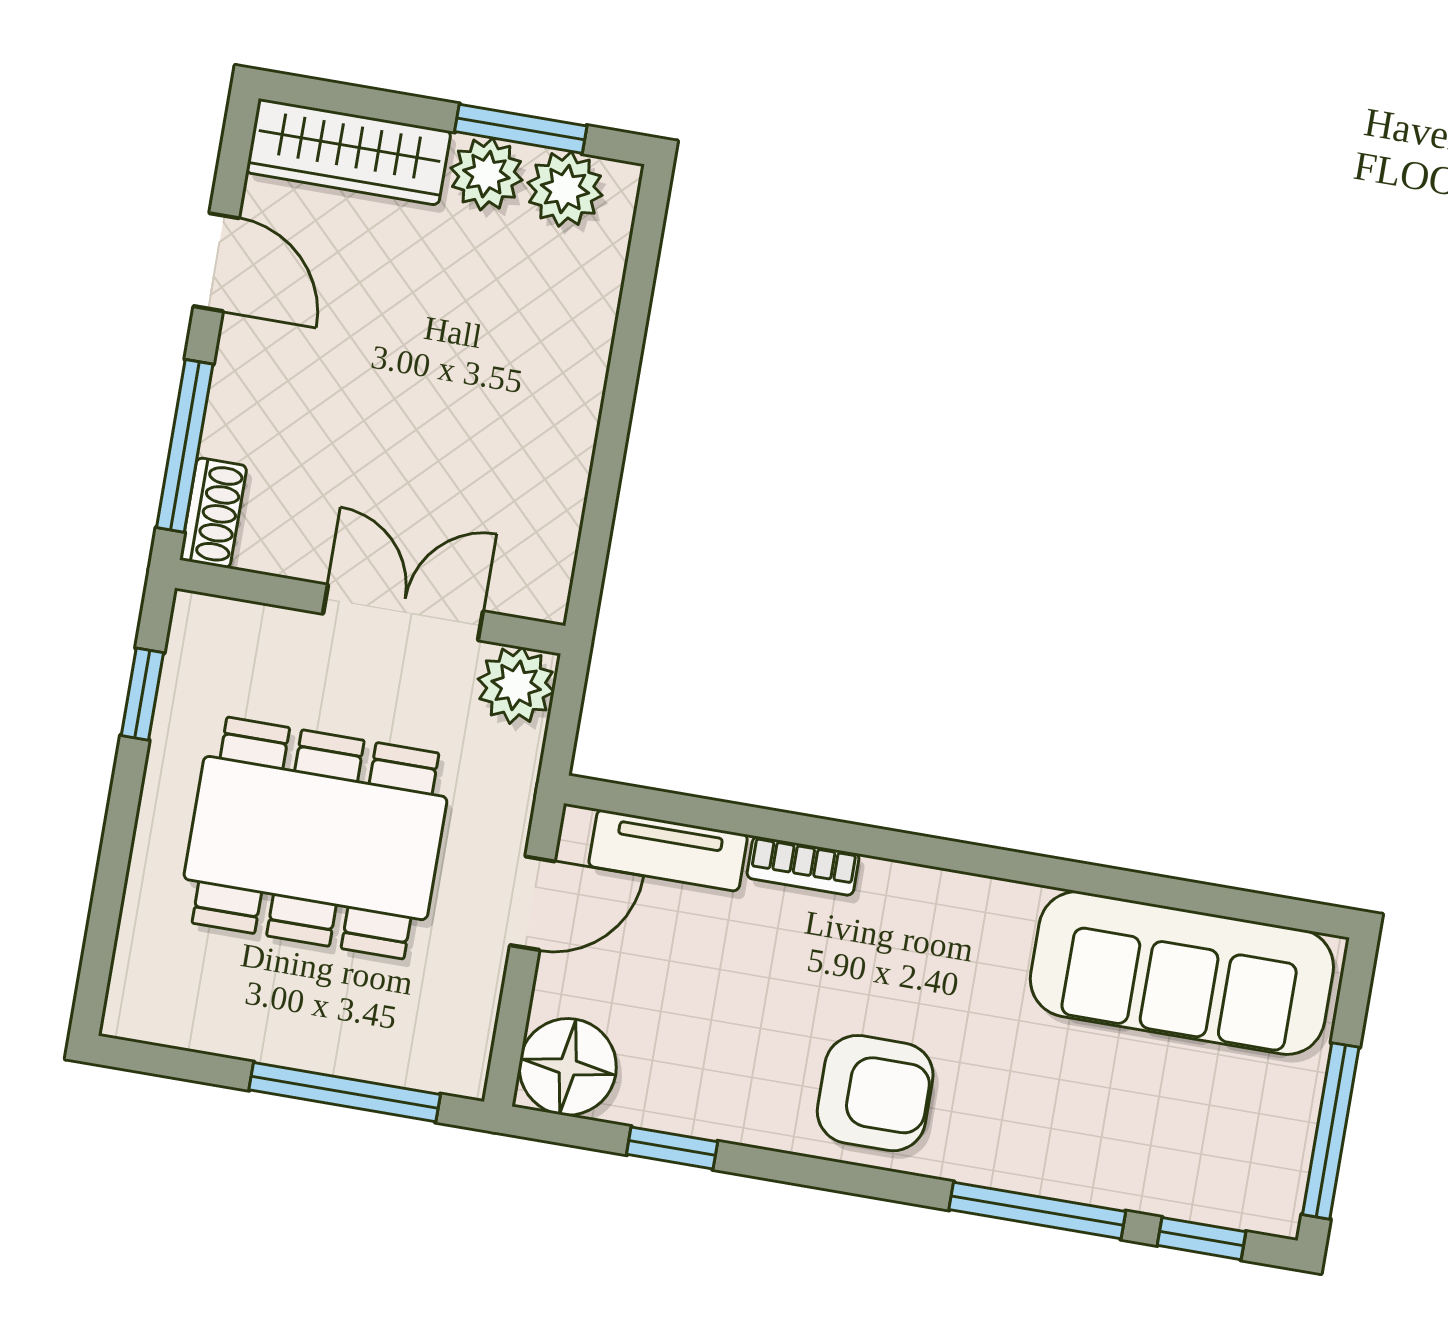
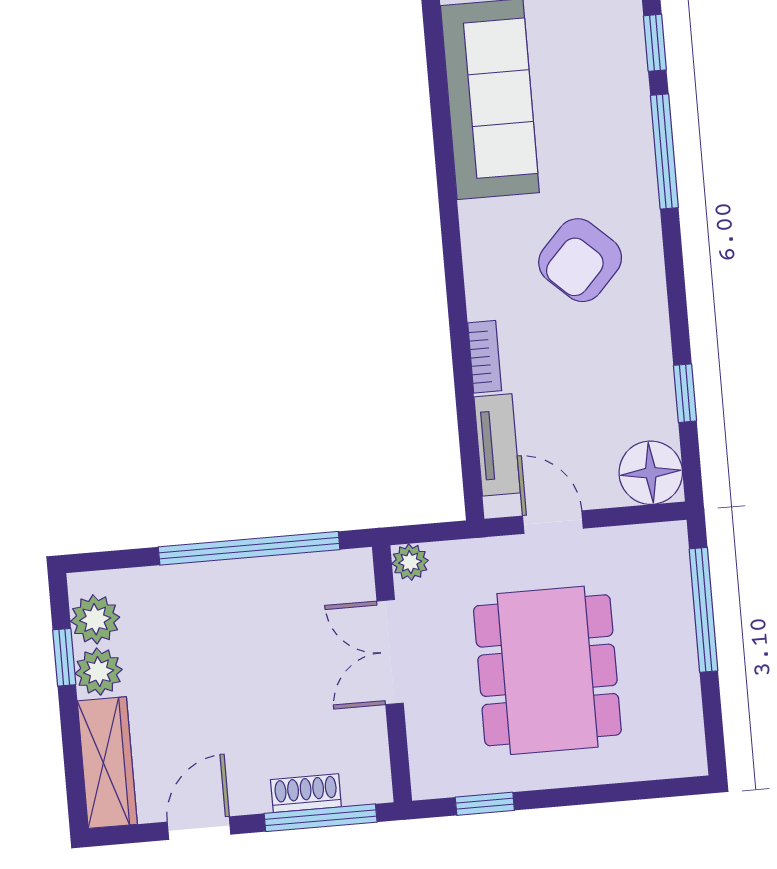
window: (521, 129) -> (64, 657), width x0.67
window: (611, 444) -> (249, 548), added
shoe rack: (213, 513) -> (306, 793), moved
plant: (516, 685) -> (410, 562), width x0.73, depth x0.73
armchair: (875, 1093) -> (580, 260), moved, turned -137

